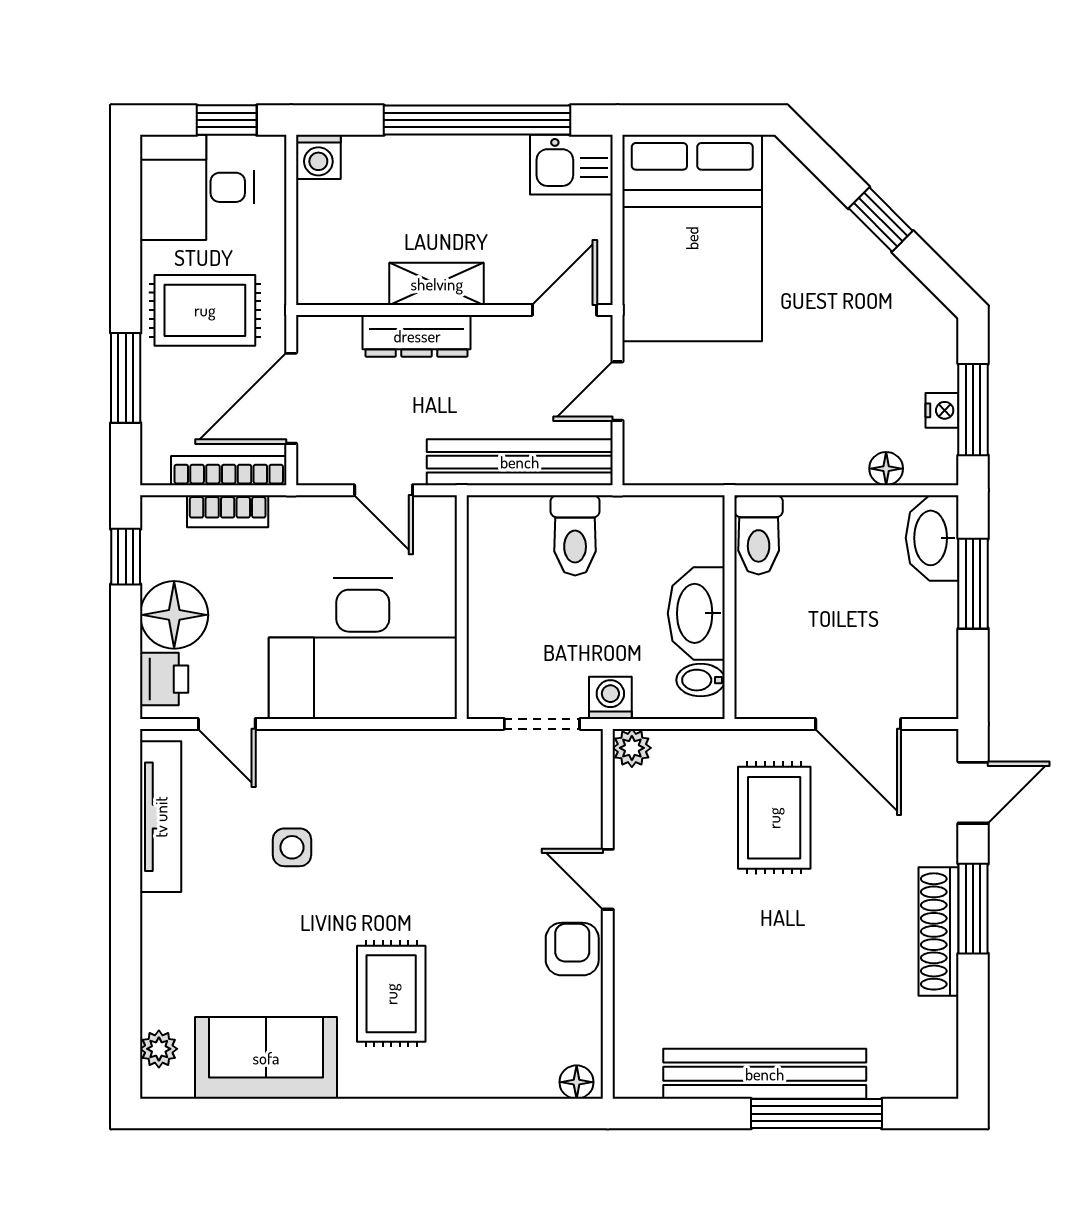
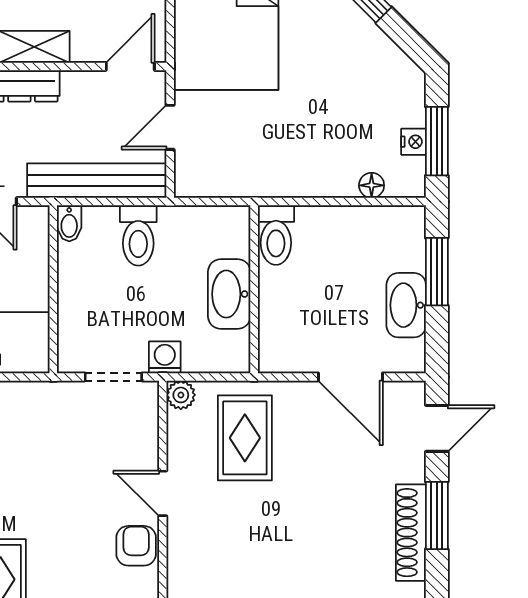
washbasin: (932, 538) -> (406, 305), moved
bidet: (701, 680) -> (69, 223), moved, turned -90
rug: (774, 818) -> (245, 438), moved

